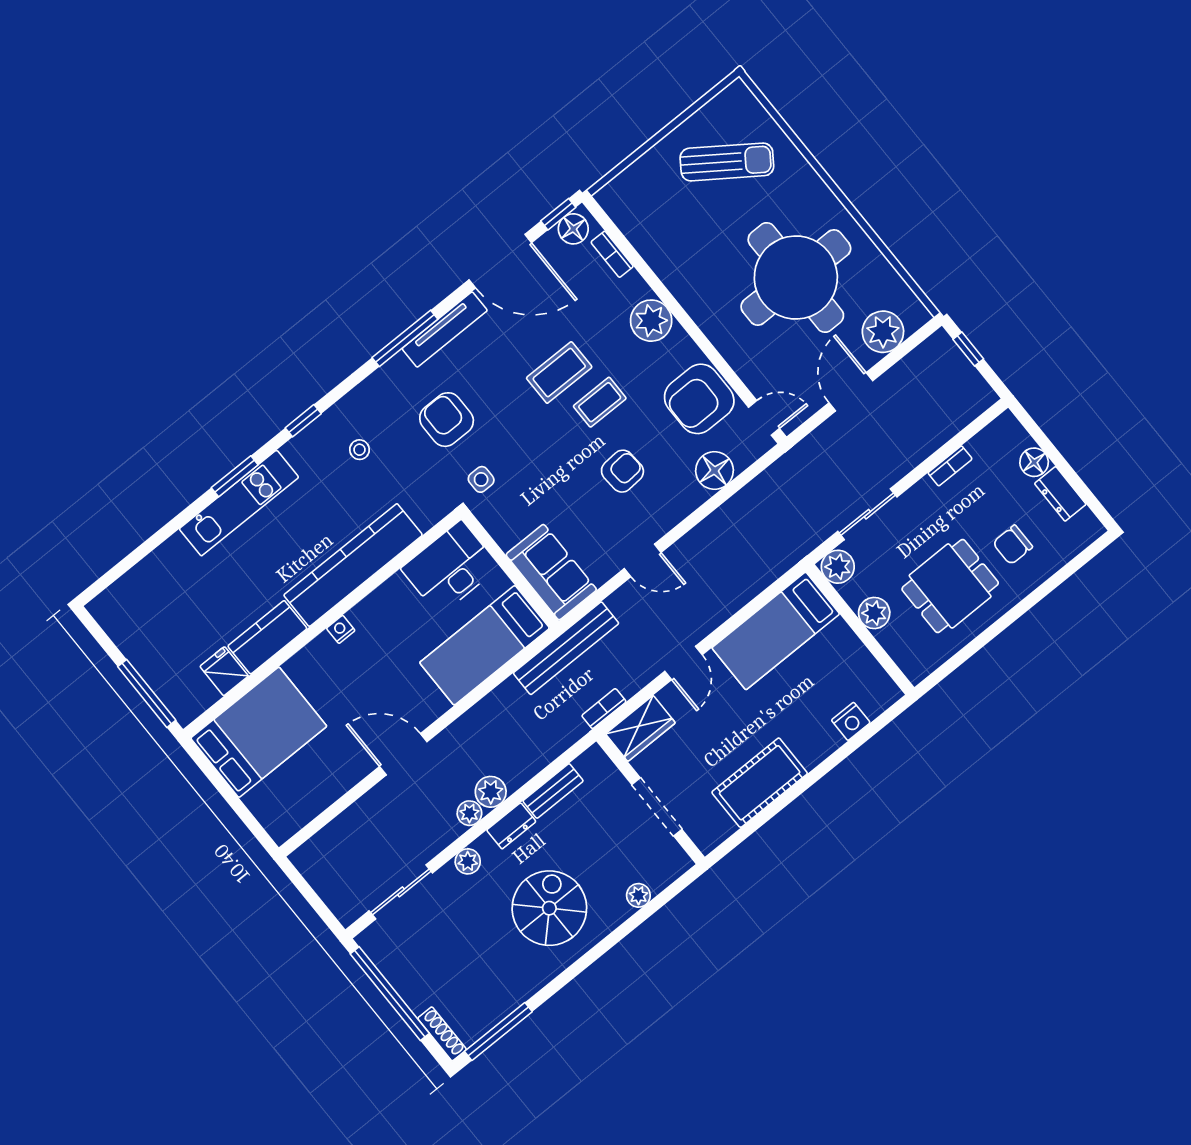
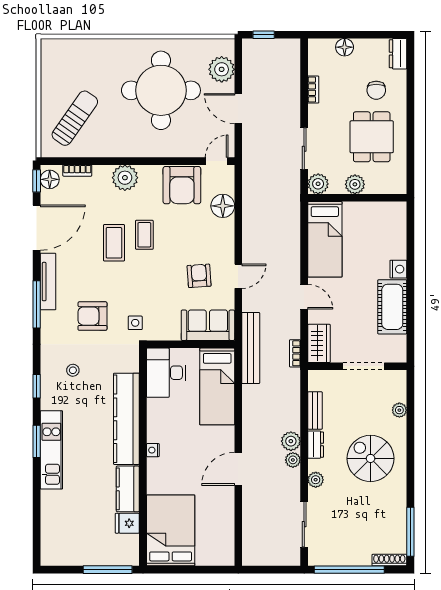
sun lounger: (727, 162) -> (75, 118), moved
armchair: (622, 471) -> (199, 276), moved
dresser: (1060, 494) -> (398, 54), moved, turned 90
nightstand: (851, 721) -> (398, 269), moved

